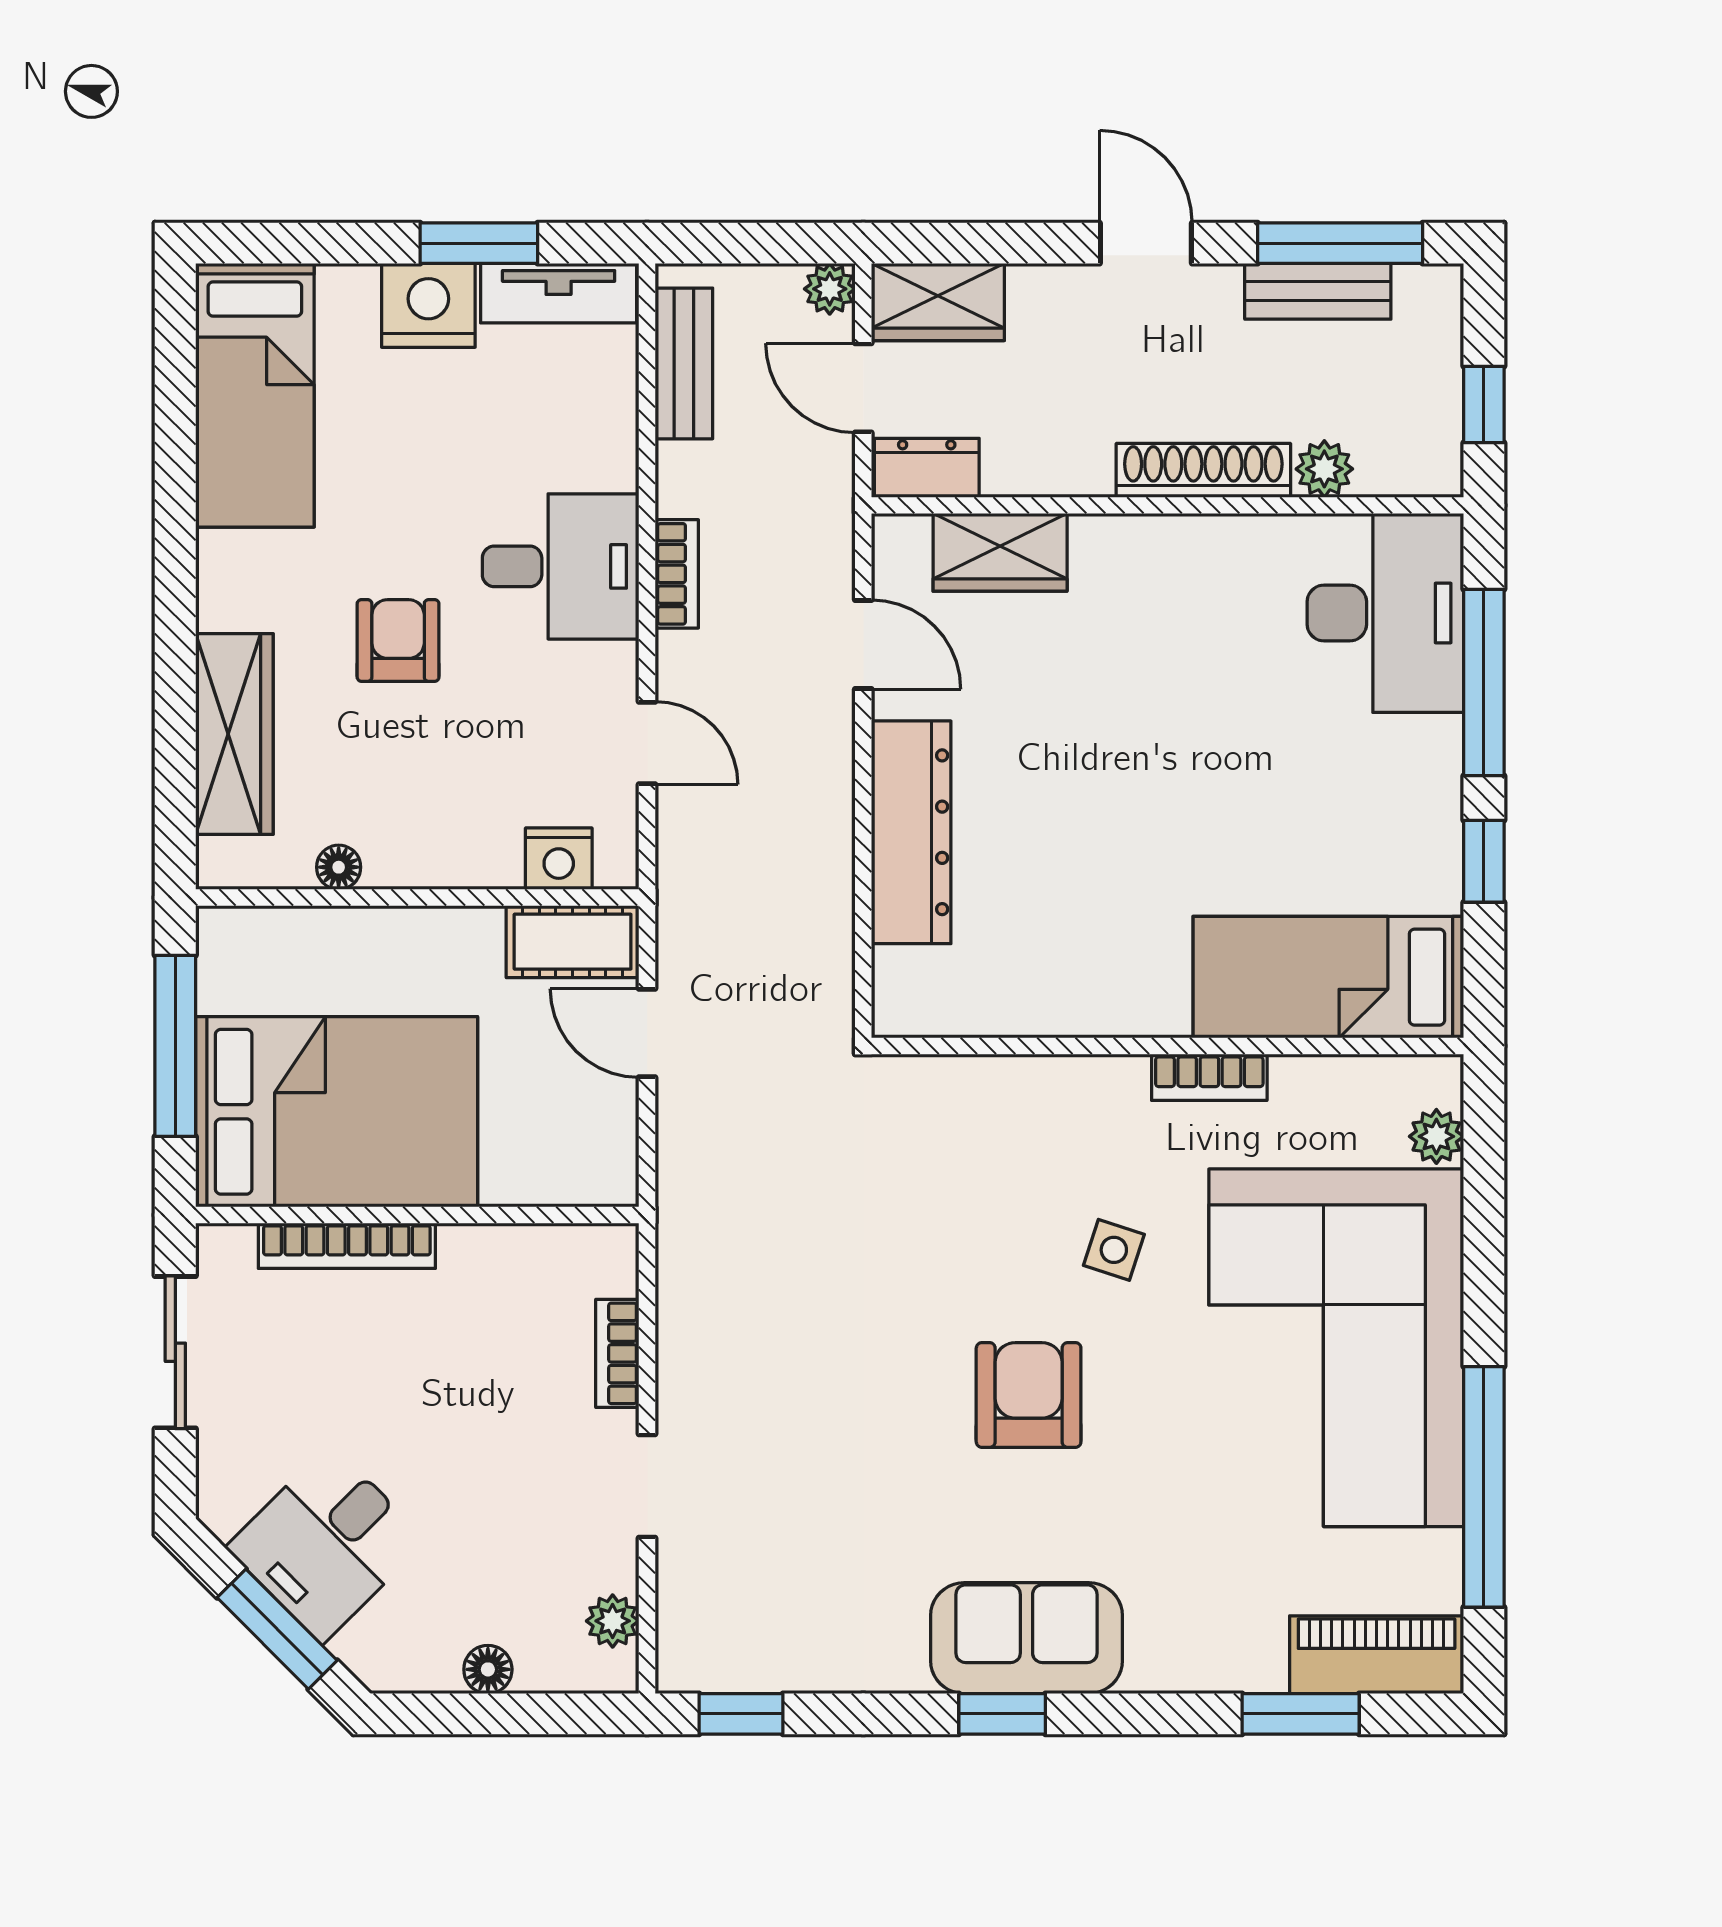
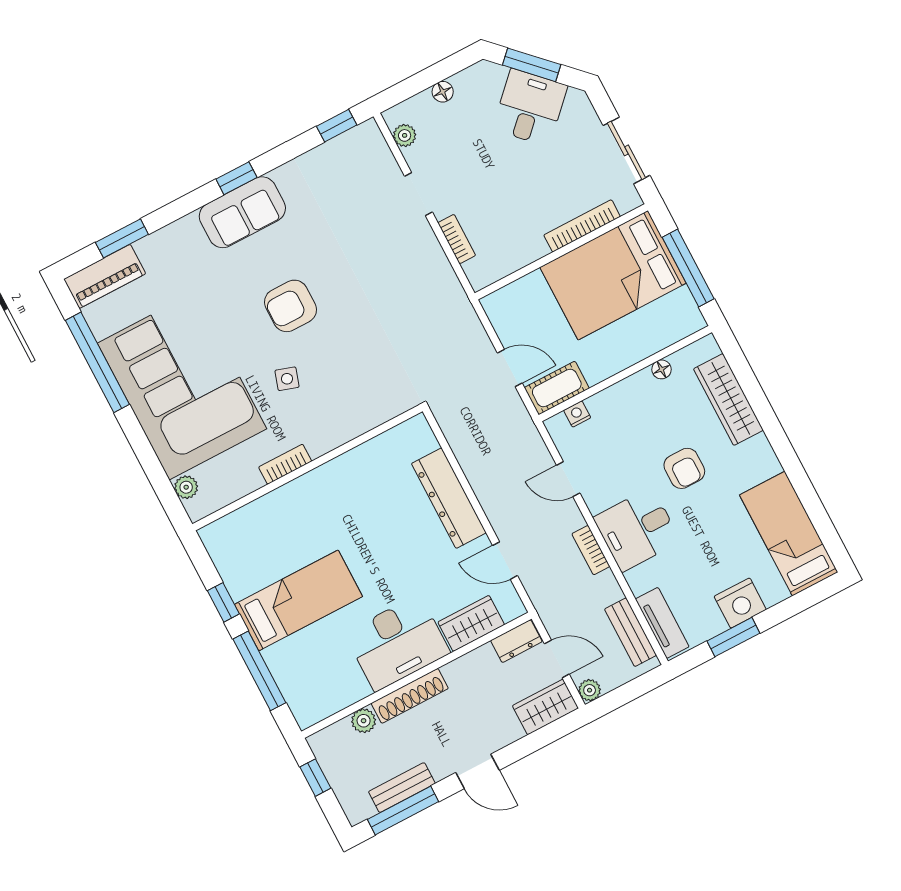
tv unit: (559, 293) -> (662, 623), moved, turned 90
desk: (1385, 613) -> (397, 643), moved, turned -90
nightstand: (559, 859) -> (577, 414), width x0.72, depth x0.74
bed: (1328, 977) -> (298, 600), moved
armchair: (1029, 1395) -> (290, 306), turned 90

